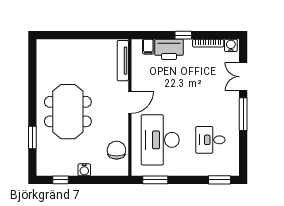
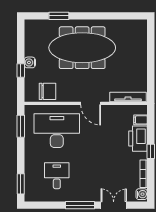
meeting table: (68, 112) -> (82, 48), width x1.36
window: (60, 180) -> (21, 71), moved

